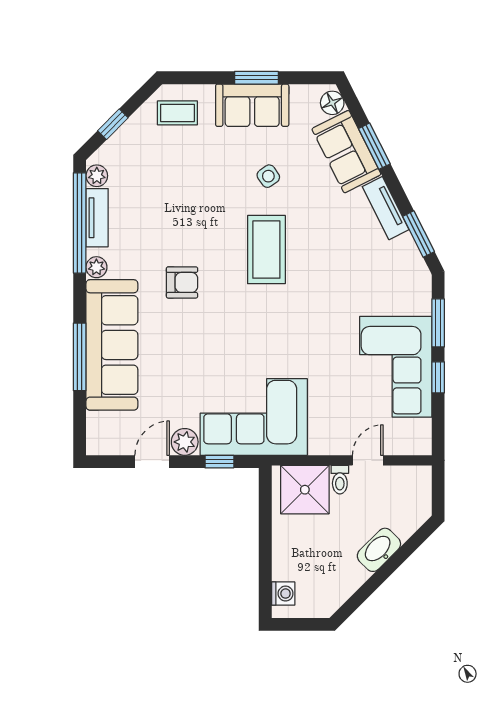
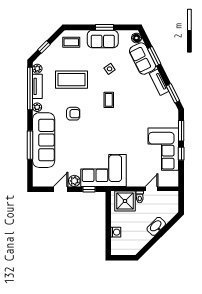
coffee table: (178, 202) -> (72, 80), added
coffee table: (266, 250) -> (109, 100), width x0.54, depth x0.58
washing machine: (283, 594) -> (116, 232), moved

